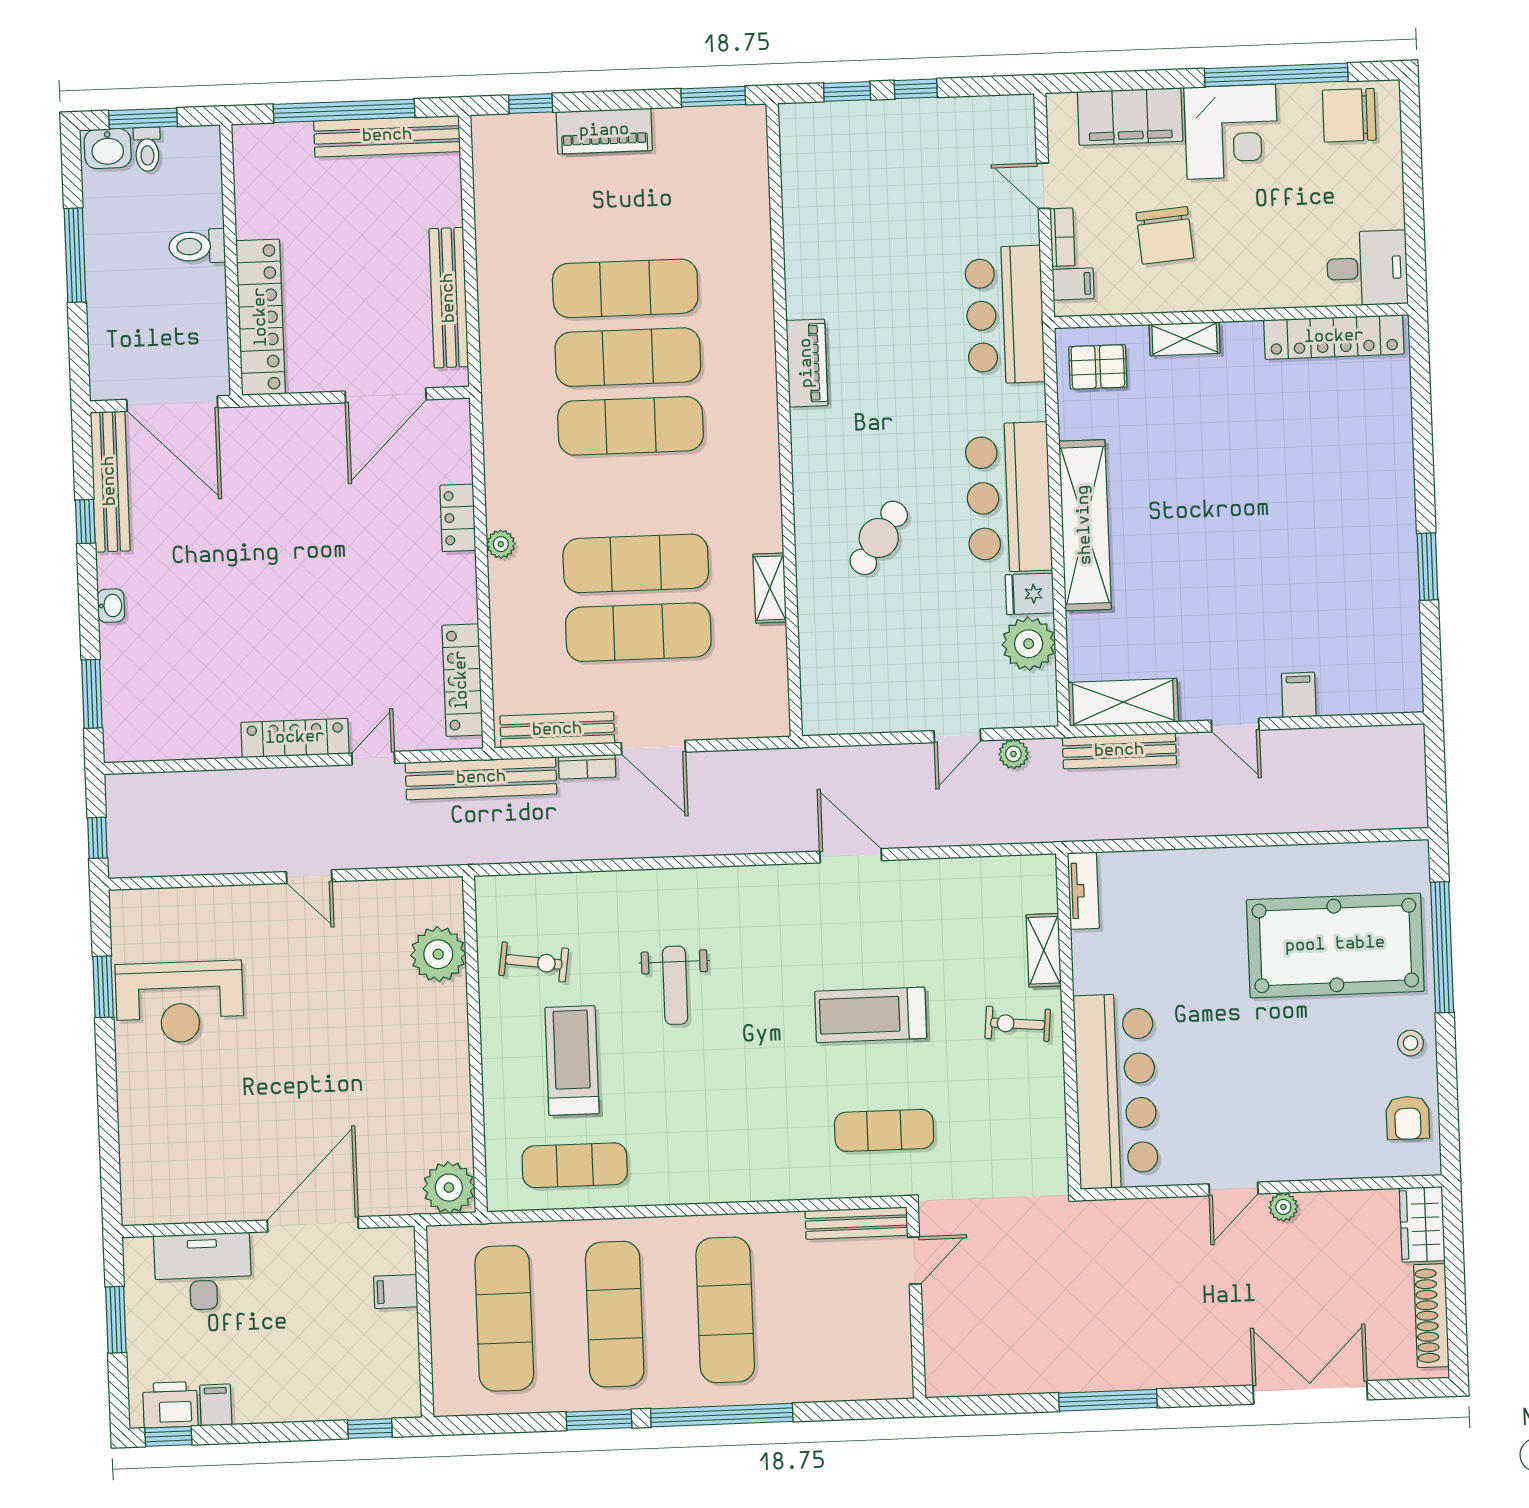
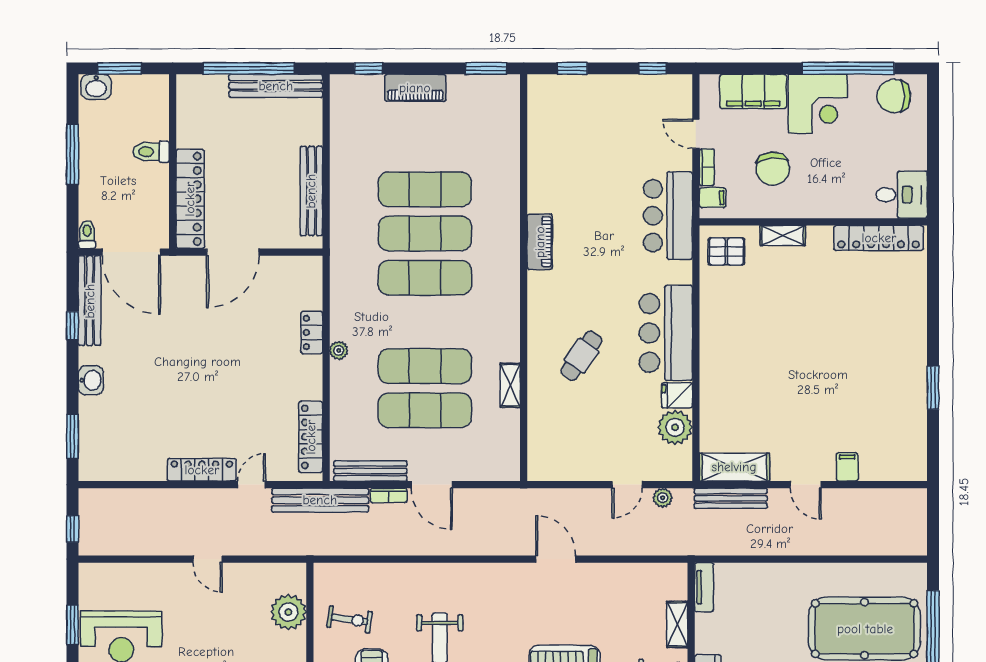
window: (916, 89) -> (653, 68), moved
toilet: (147, 149) -> (87, 235), moved, turned 180
door: (386, 395) -> (233, 252), moved
shelving: (1085, 525) -> (714, 353), removed
washbasin: (111, 606) -> (91, 380), width x1.38, depth x1.45

